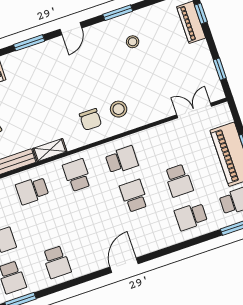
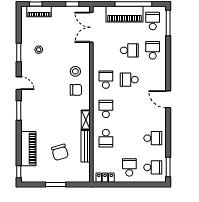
double door: (194, 111) -> (91, 27), width x1.37
school desk: (77, 175) -> (106, 109), turned 90
school desk: (191, 216) -> (153, 50), turned 180

